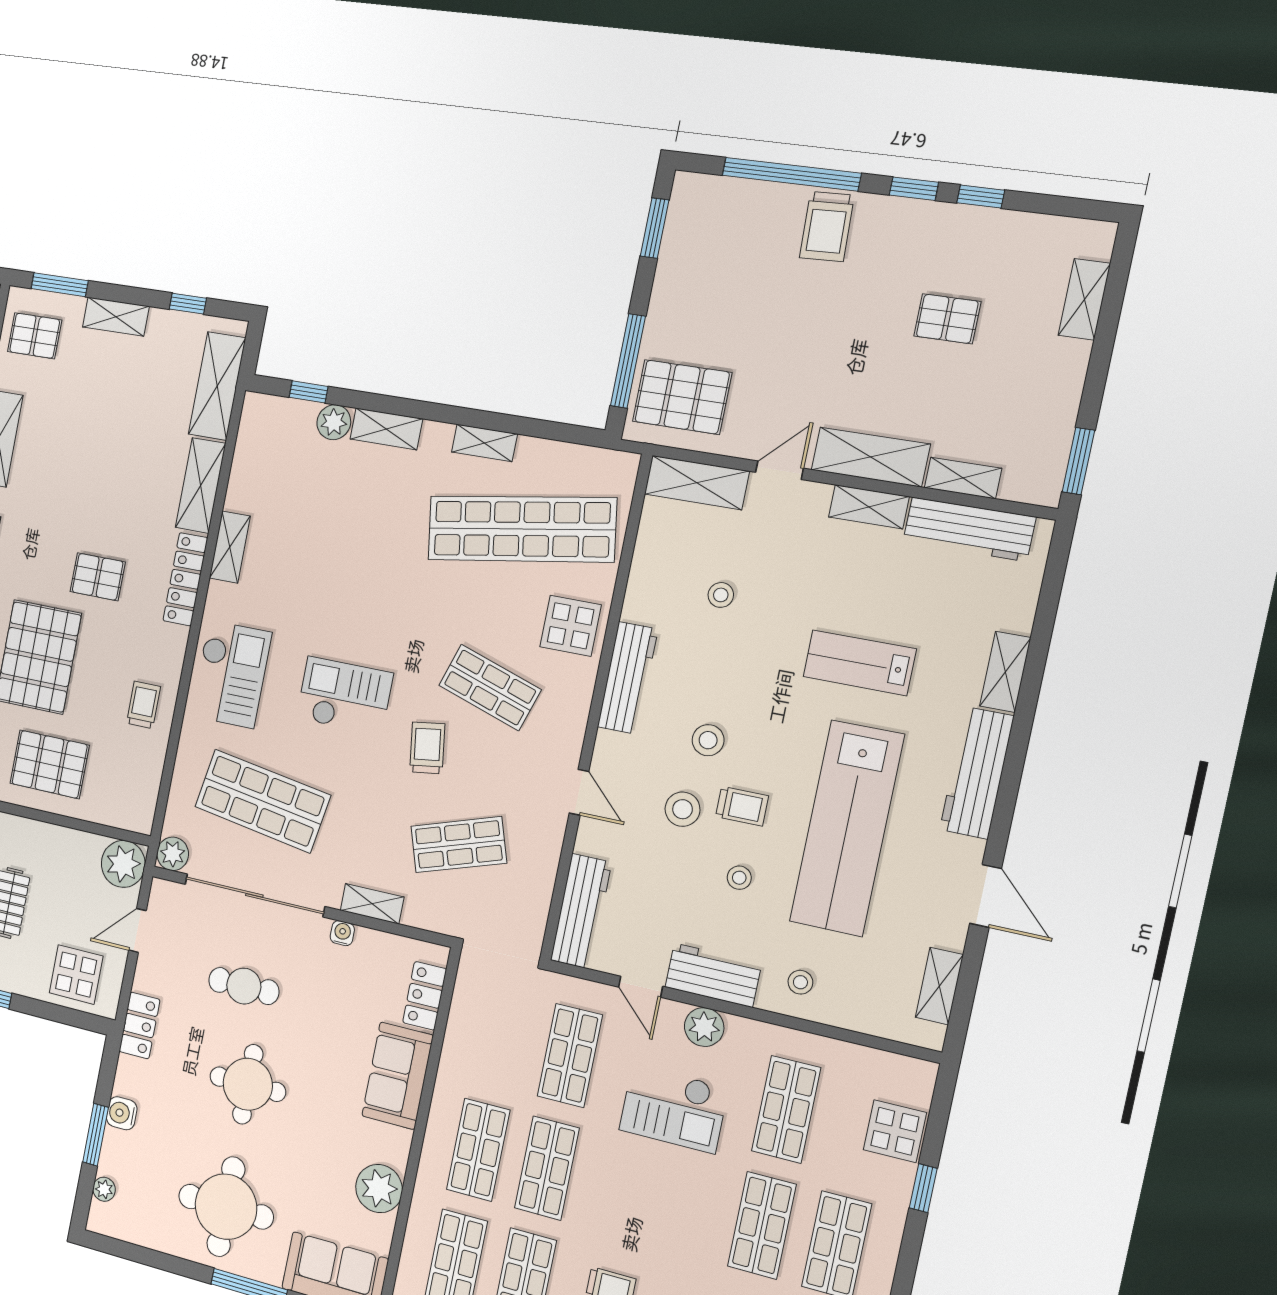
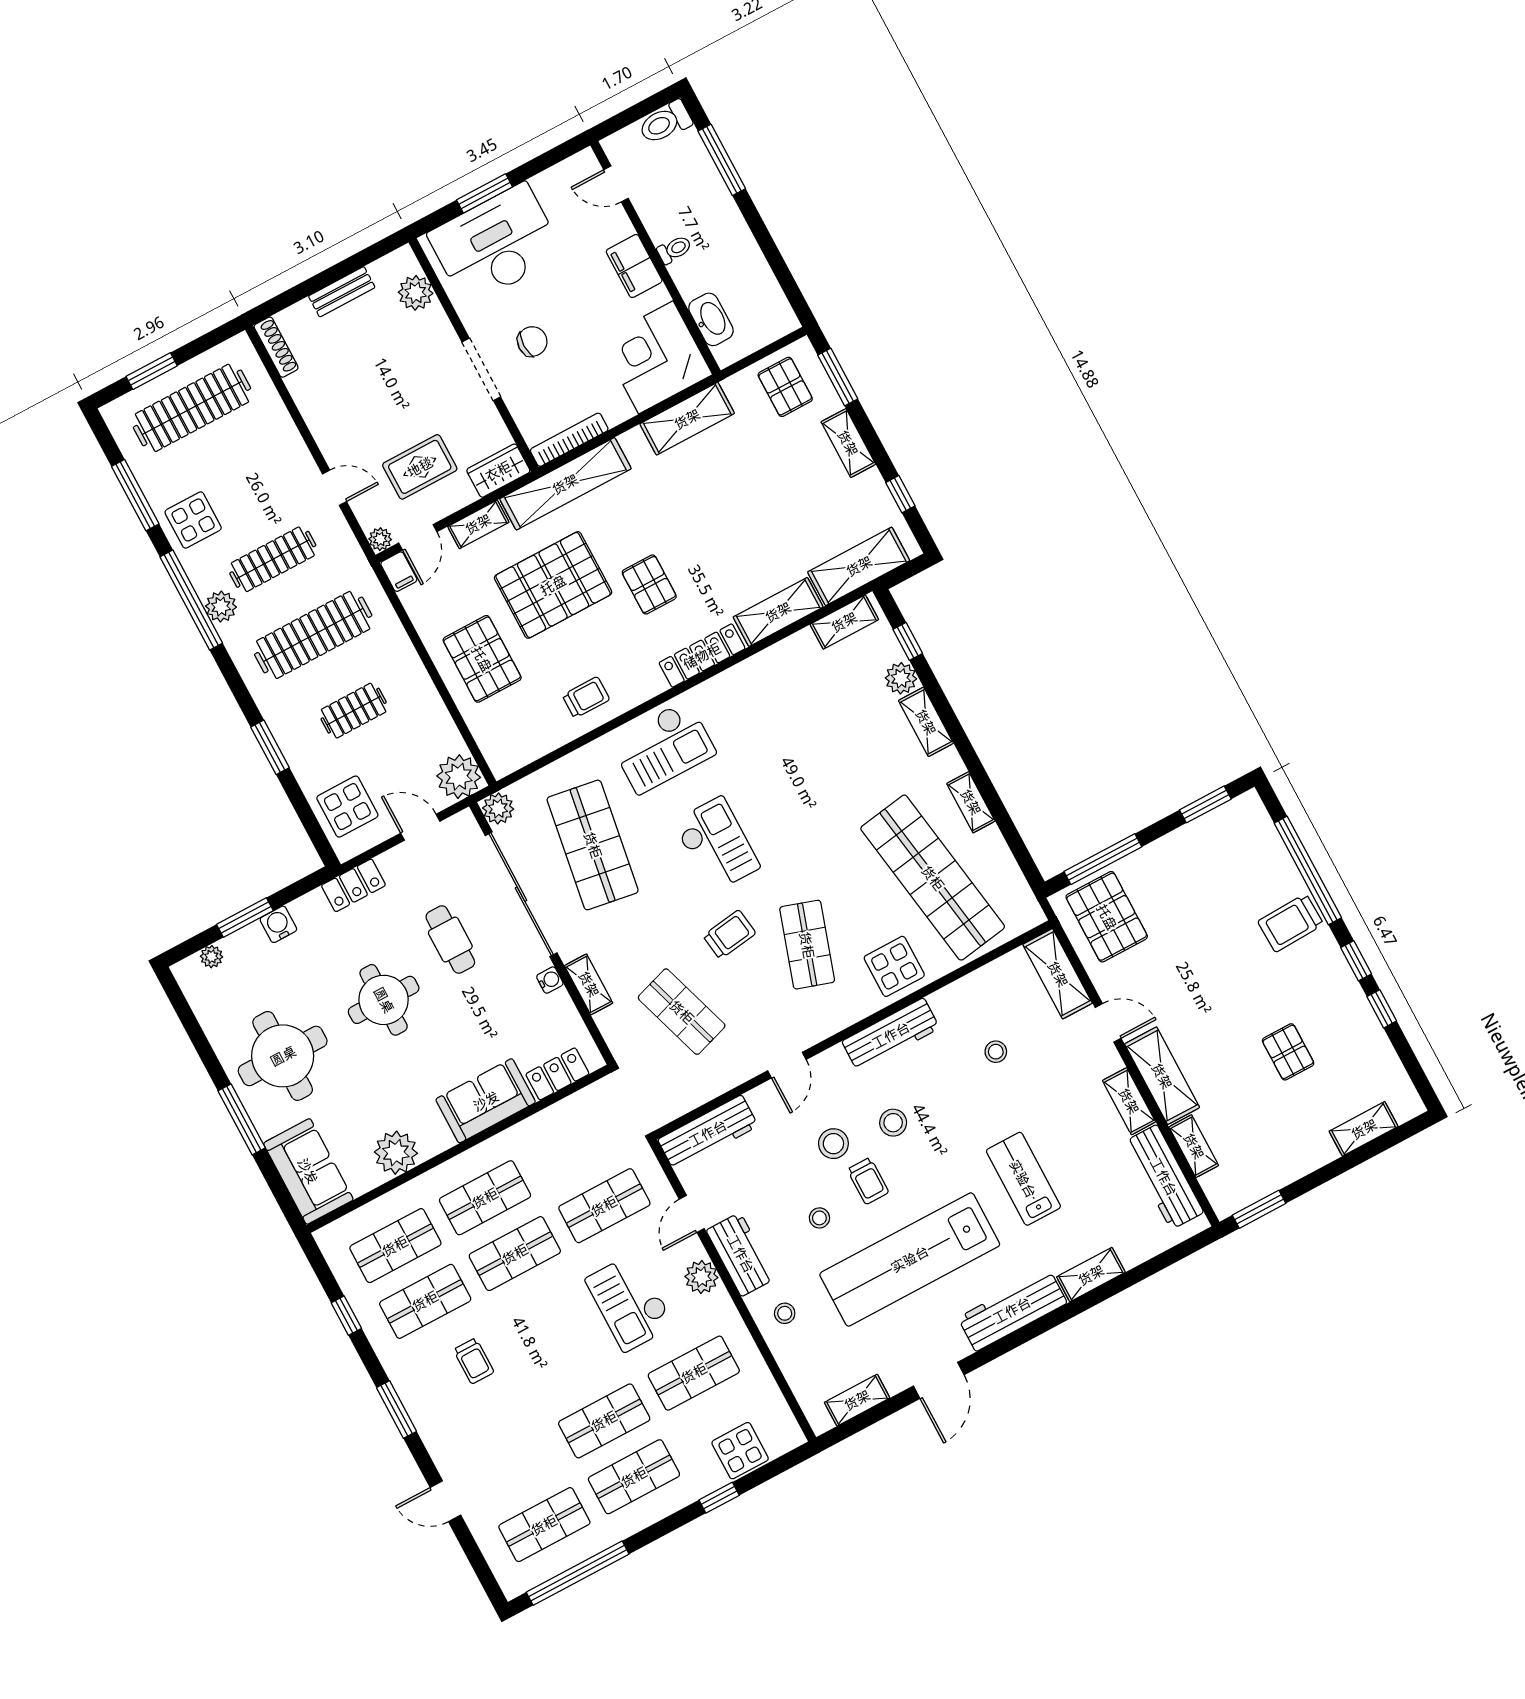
shelving: (230, 547) -> (844, 622), moved

